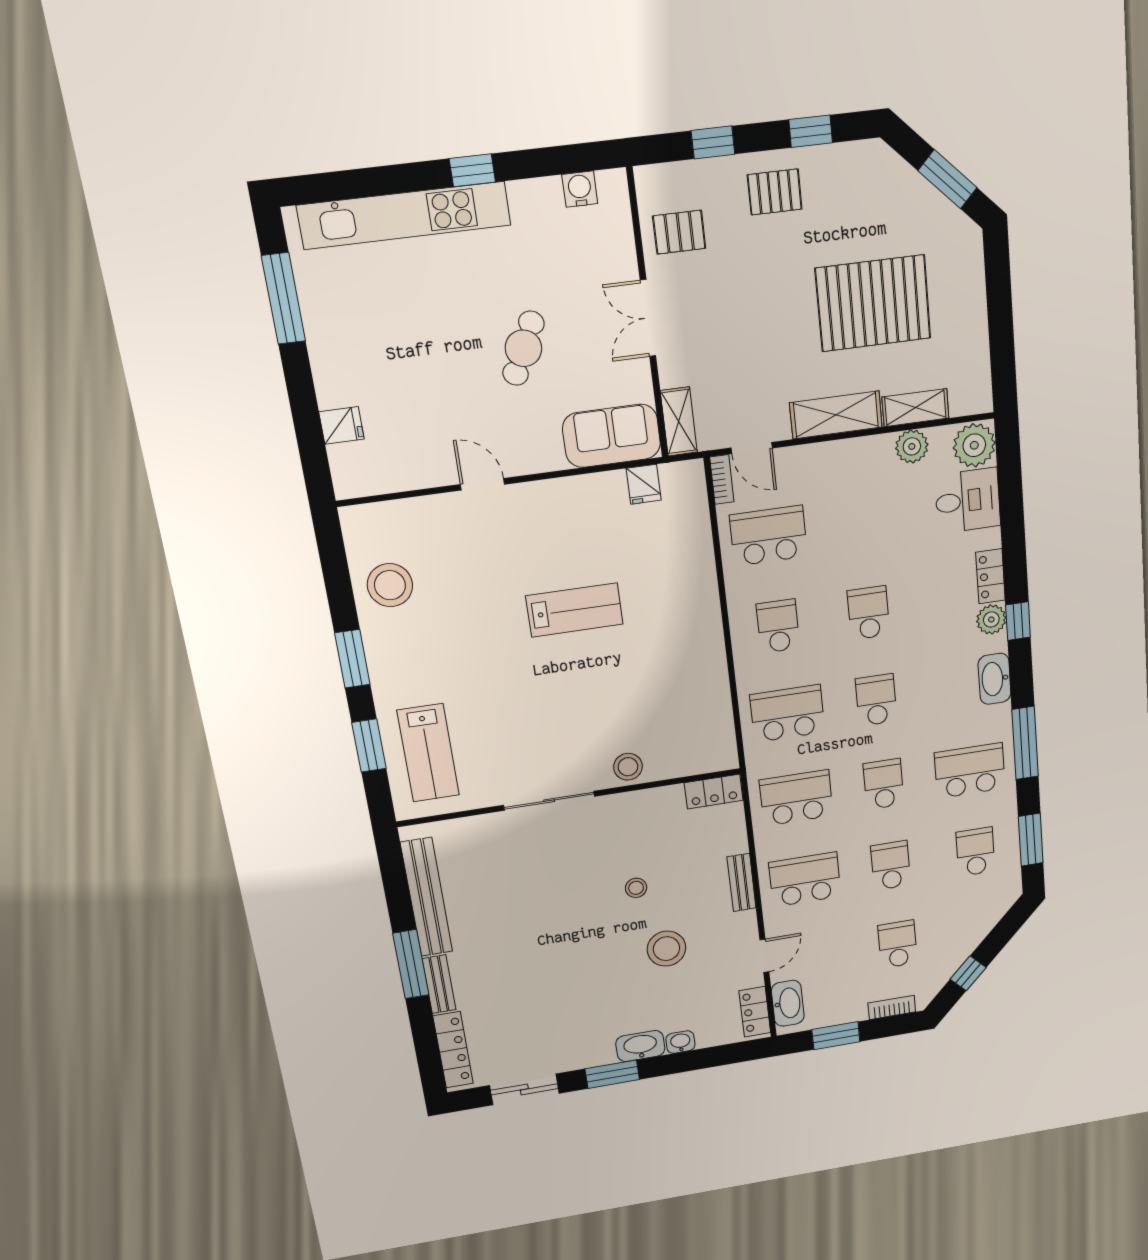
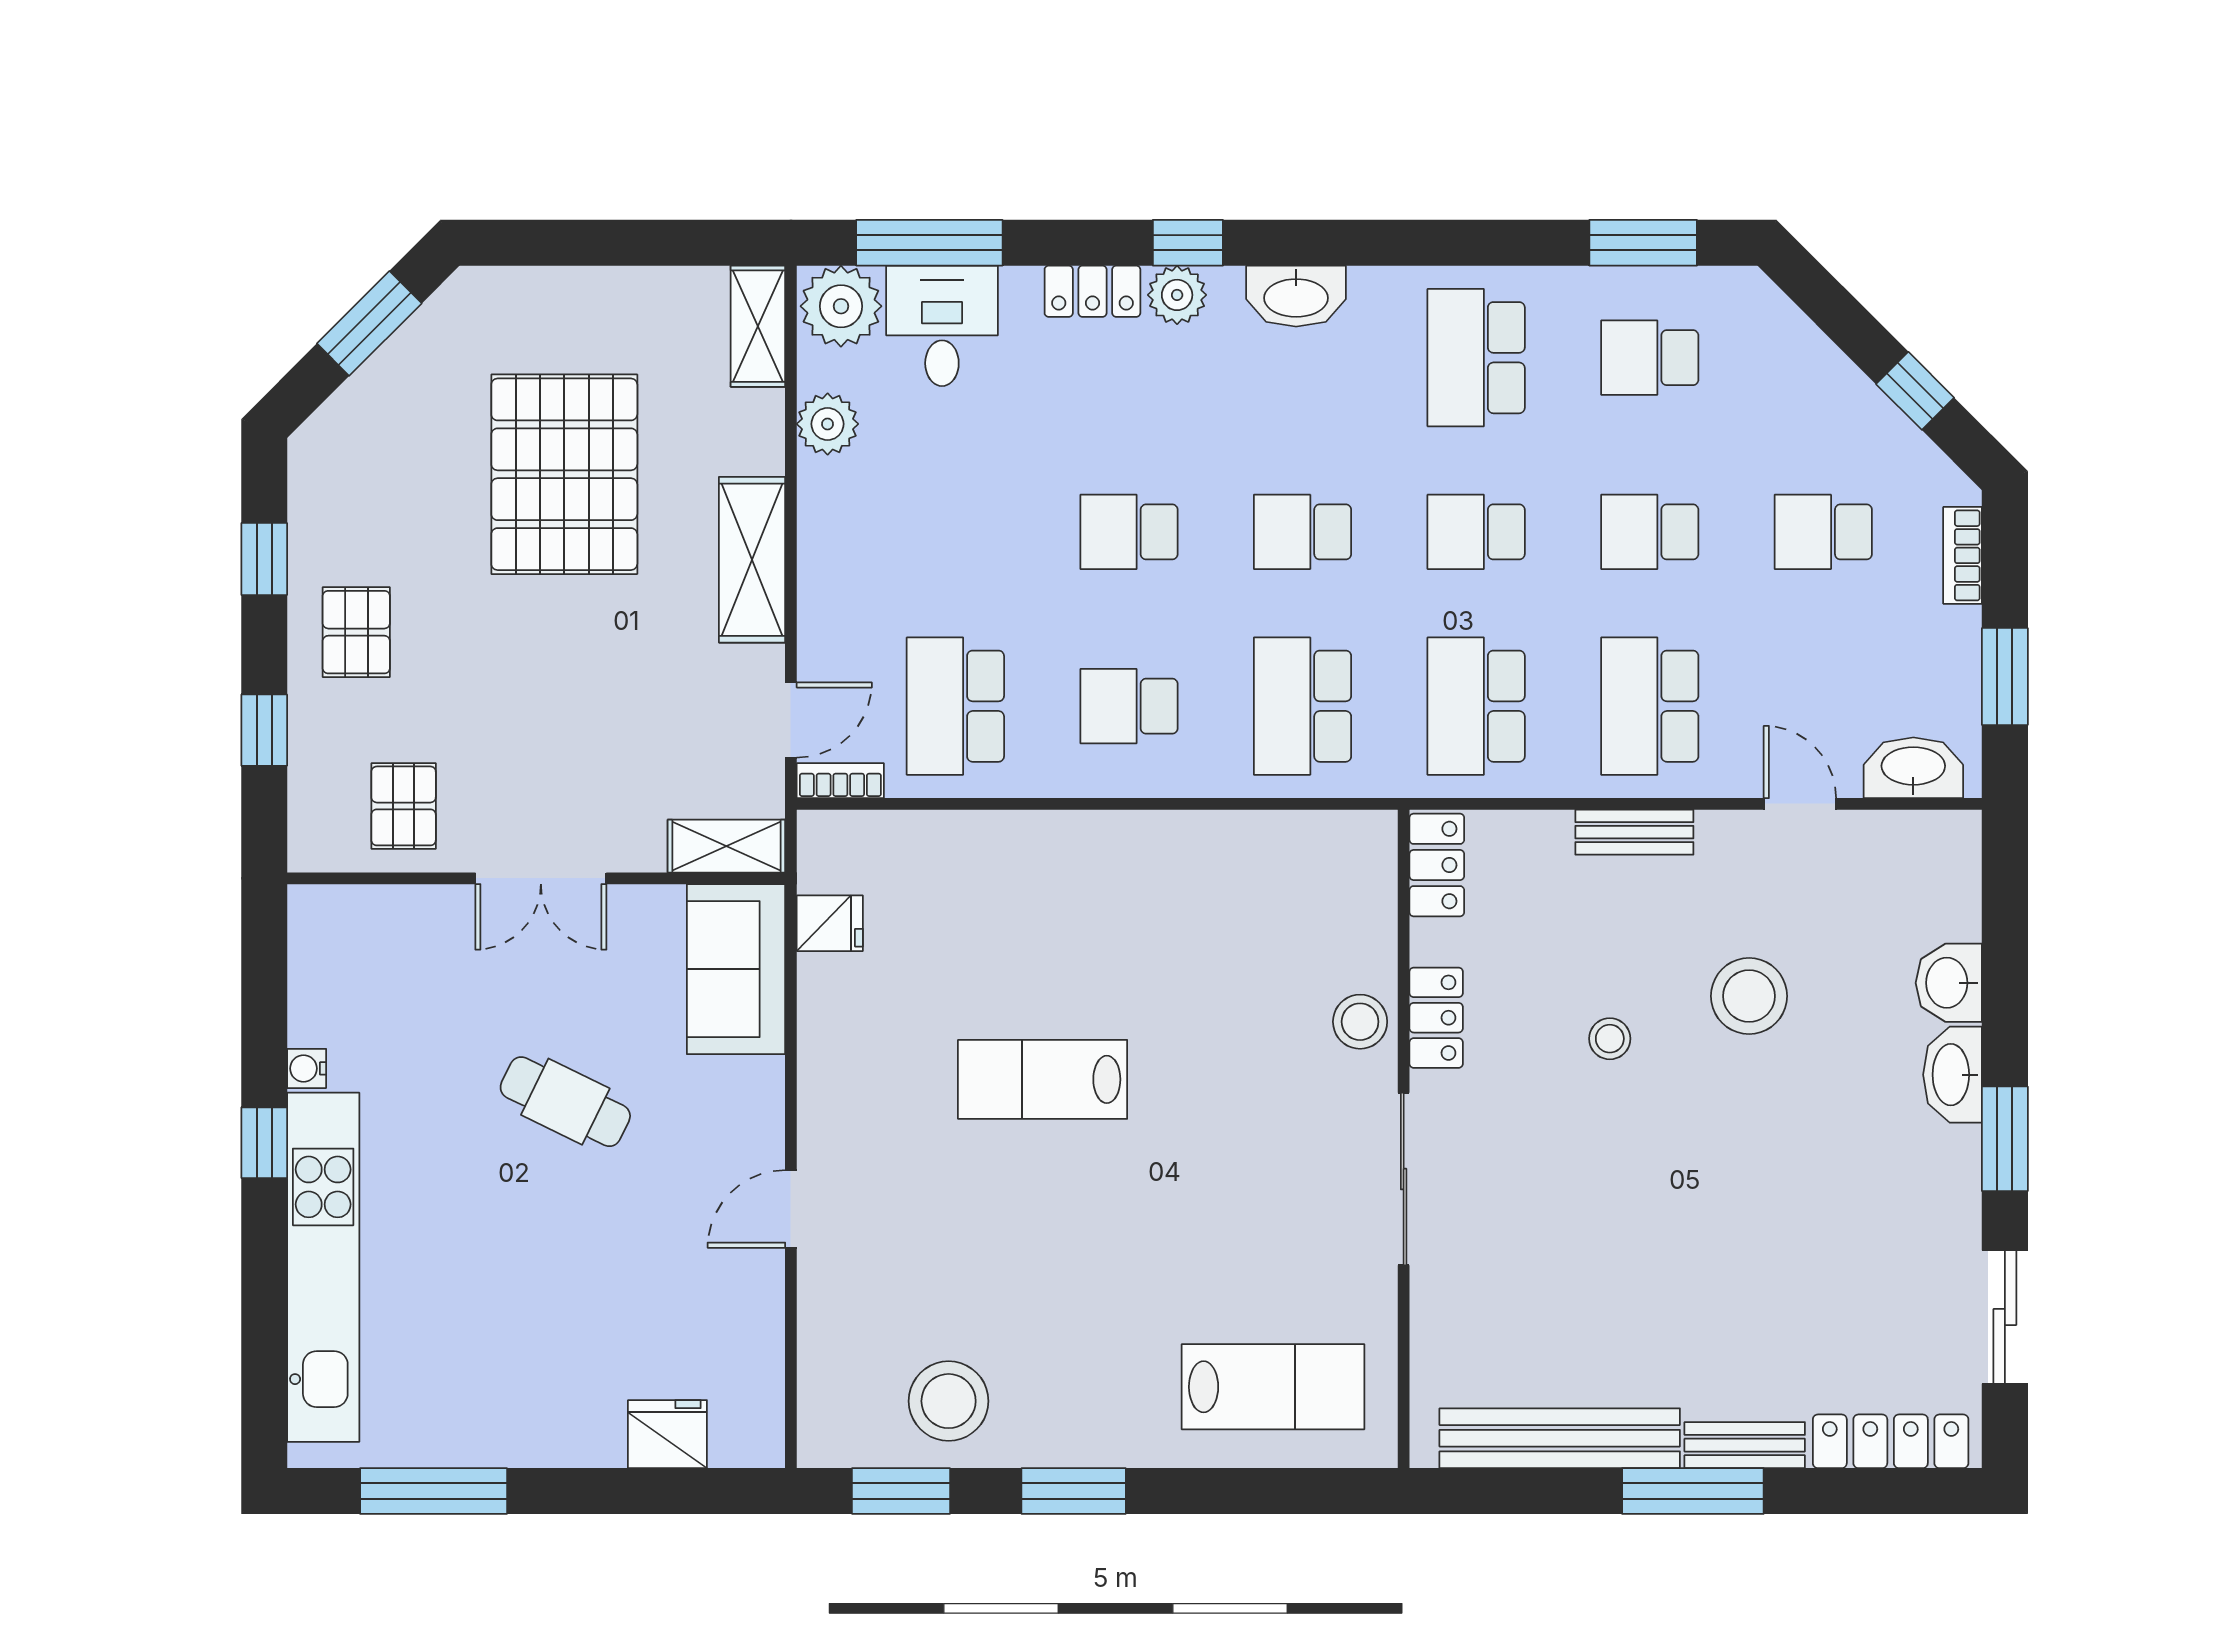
water cooler: (580, 189) -> (307, 1068), moved, width x0.72, depth x0.72
shelving: (915, 408) -> (758, 326), moved
fridge: (341, 425) -> (667, 1434), width x1.38
lab bench: (574, 610) -> (1043, 1079), turned -90
window: (1025, 743) -> (929, 243), moved
window: (369, 745) -> (901, 1491), moved
locker: (755, 1012) -> (1436, 1018), moved, turned -90
washbasin: (680, 1042) -> (1949, 983), width x1.38, depth x1.45

